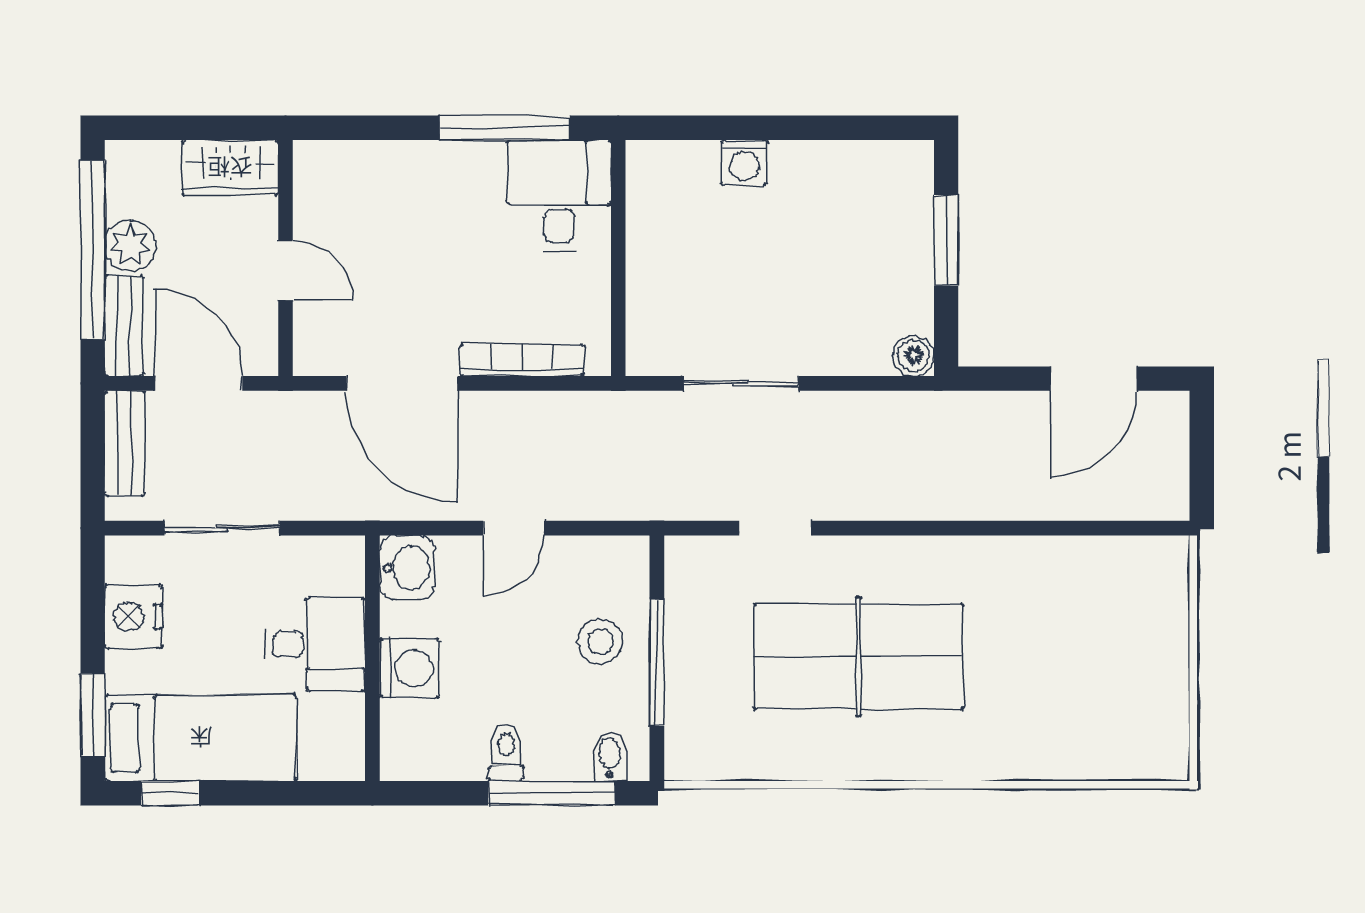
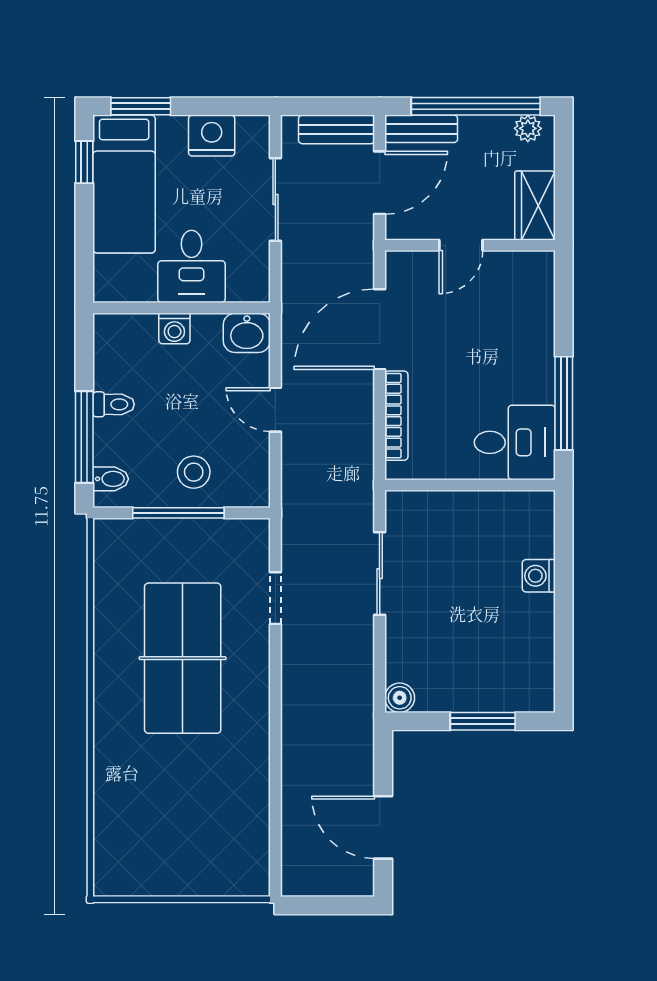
plant: (130, 246) -> (528, 128), moved, width x0.73, depth x0.73
washing machine: (409, 668) -> (174, 328), width x0.73, depth x0.73

